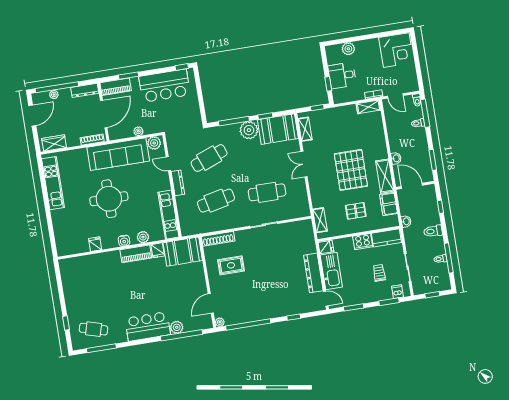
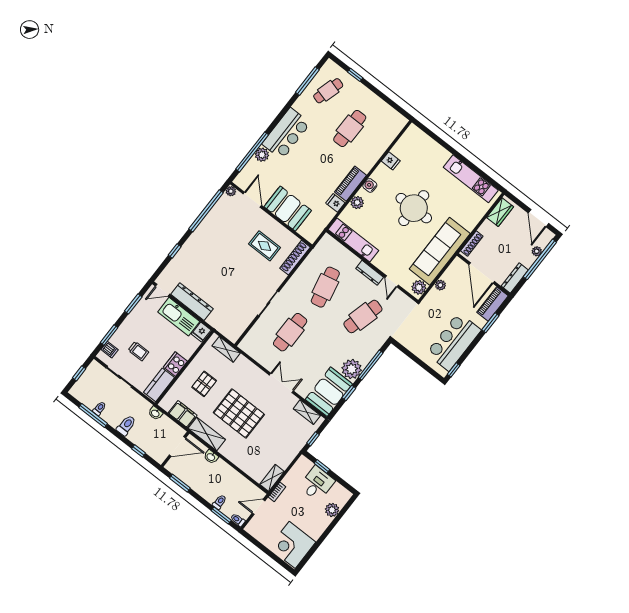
window: (425, 113) -> (221, 515), width x0.69
cafe table: (209, 158) -> (363, 316), turned 36
door: (168, 164) -> (392, 281), swing flipped
booth: (183, 252) -> (288, 209), moved, turned 90
rug: (231, 265) -> (265, 246), turned 90
cafe table: (102, 291) -> (350, 128), added

